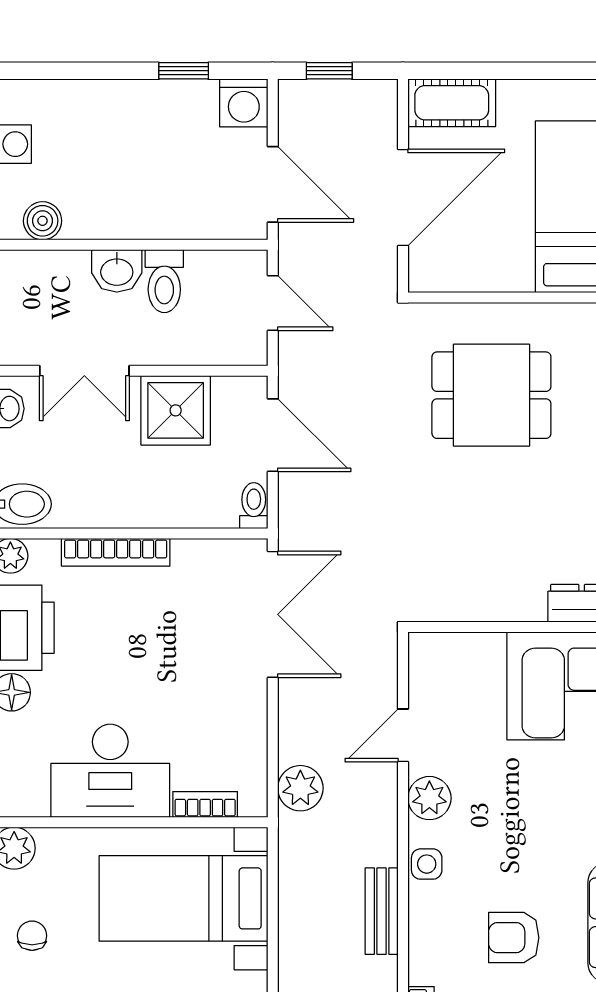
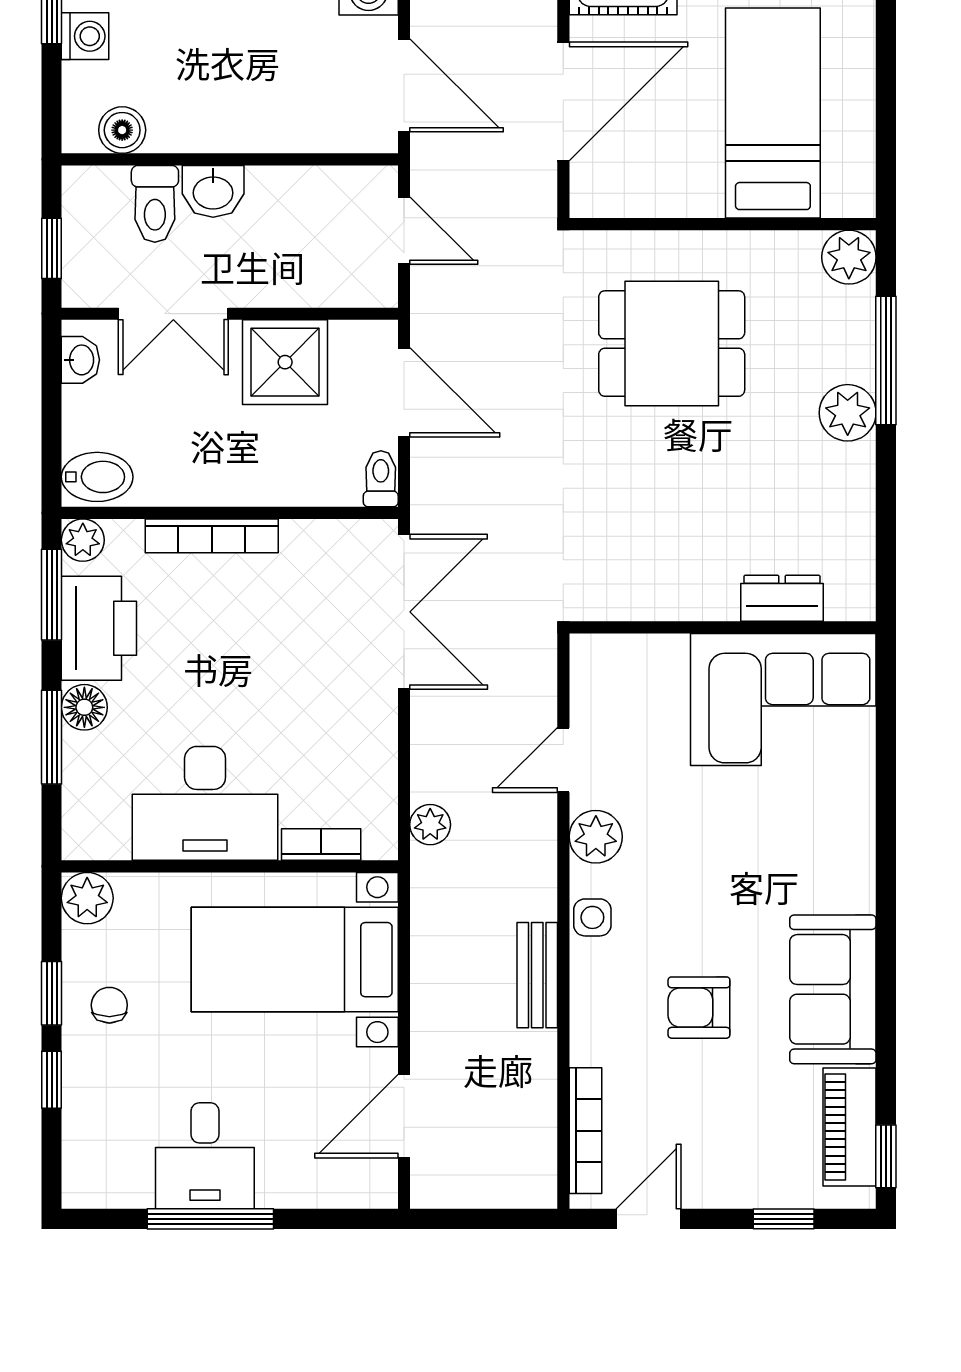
toilet: (164, 281) -> (155, 204), moved
plant: (300, 788) -> (430, 825), width x0.73, depth x0.73

